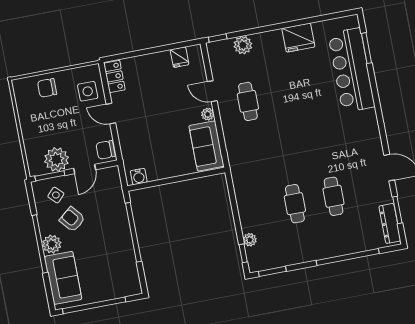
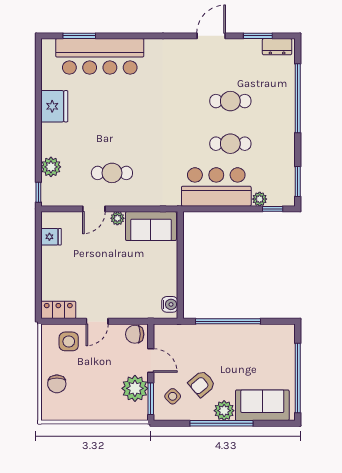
chair: (106, 150) -> (135, 334), turned 90
bar counter: (253, 198) -> (216, 187), added
dresser: (390, 223) -> (277, 47), width x0.70

